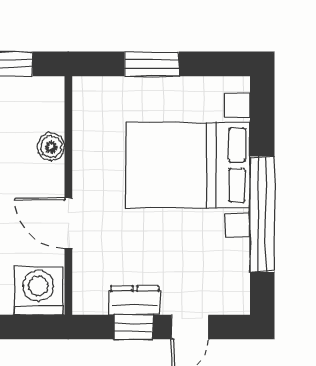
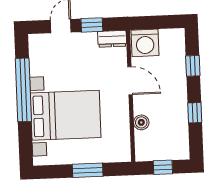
dresser: (135, 300) -> (112, 39), moved

